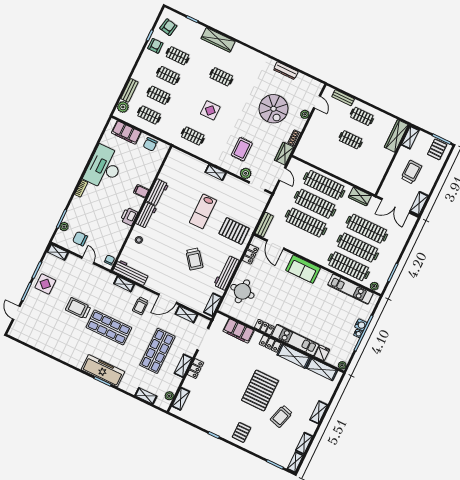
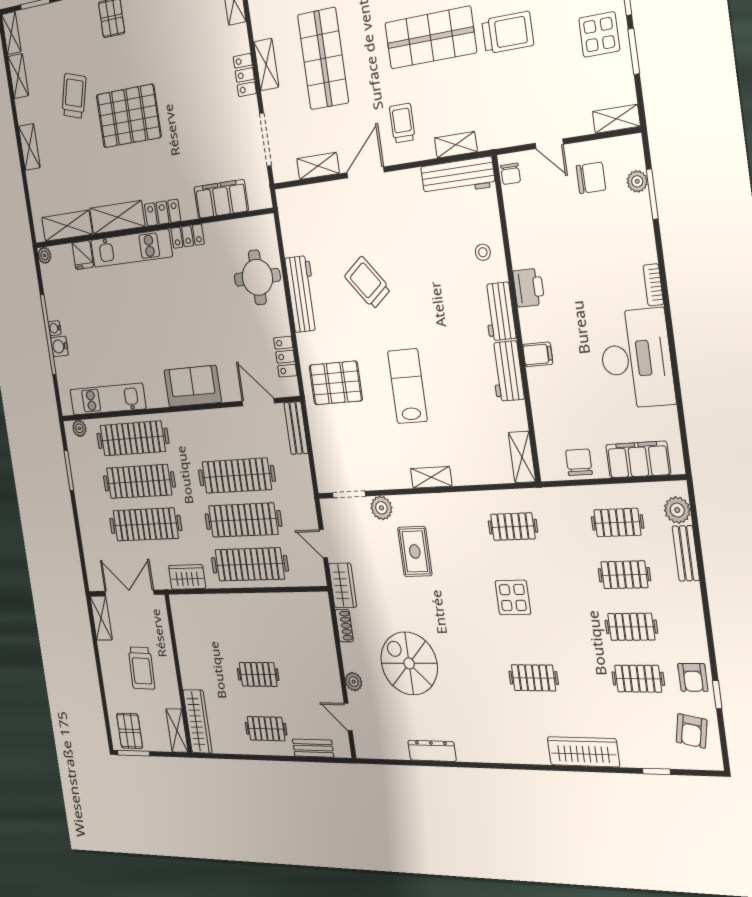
shelving: (213, 305) -> (522, 457), moved
pallet: (260, 390) -> (129, 116), turned 90

